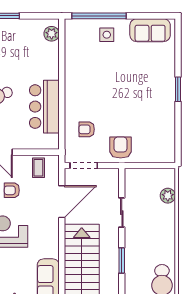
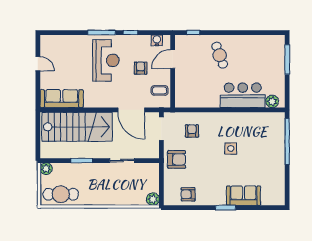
sofa: (150, 30) -> (244, 196), moved, turned 90
side table: (107, 35) -> (231, 148), moved
bar counter: (44, 107) -> (243, 95), moved
armchair: (162, 134) -> (188, 194), added
plant: (168, 196) -> (153, 199), moved

